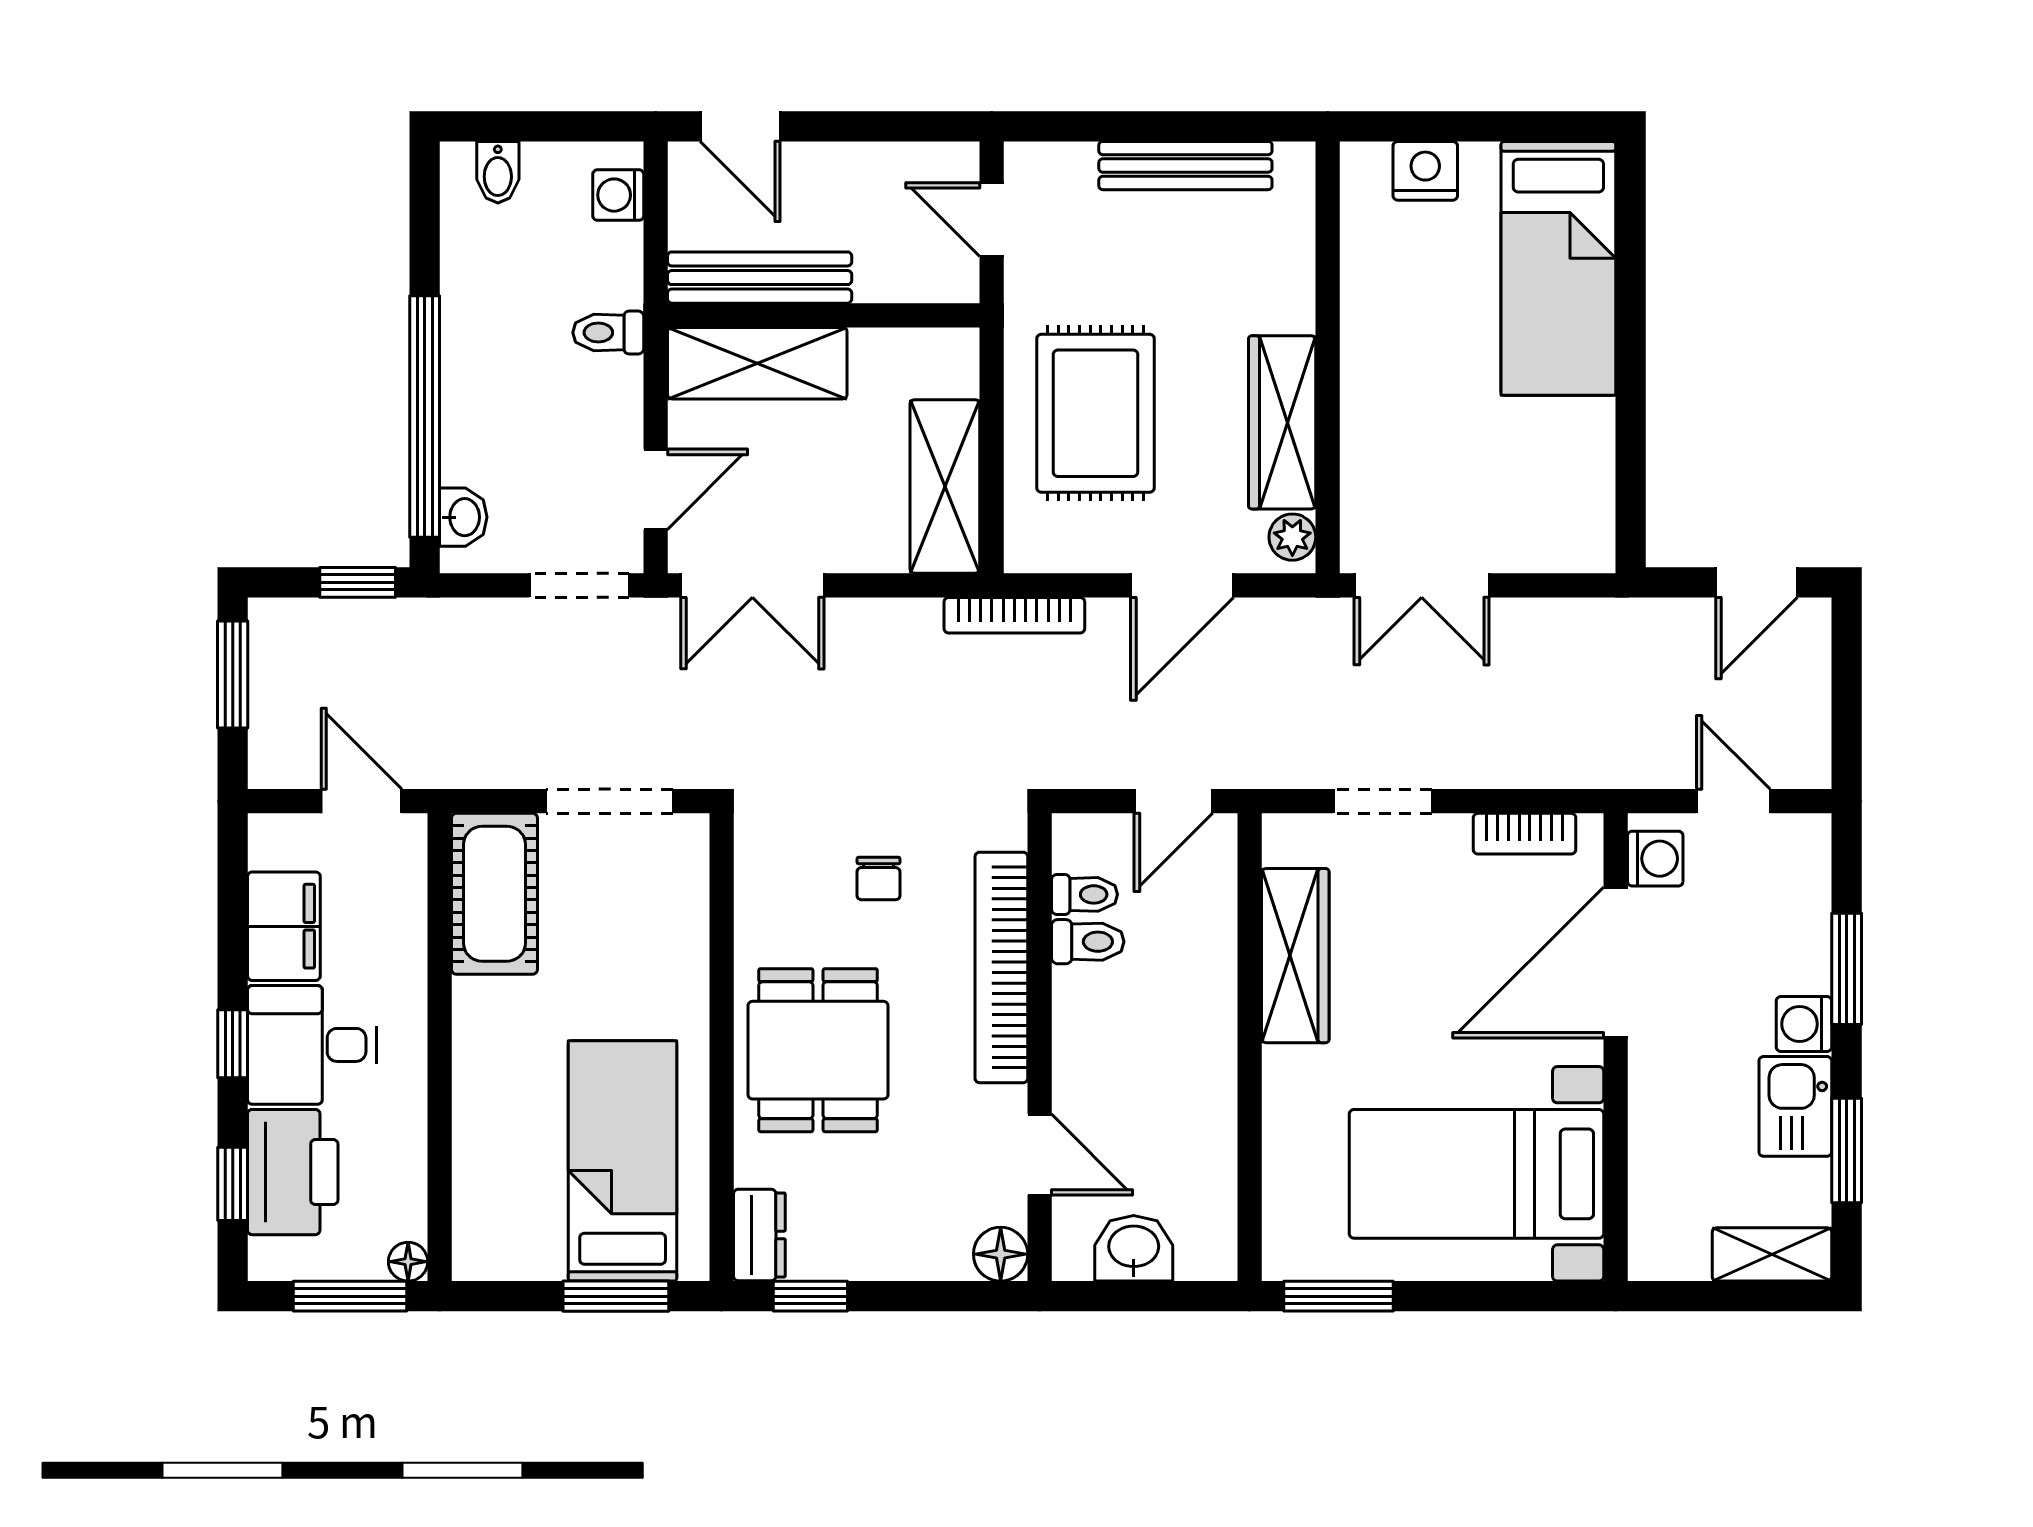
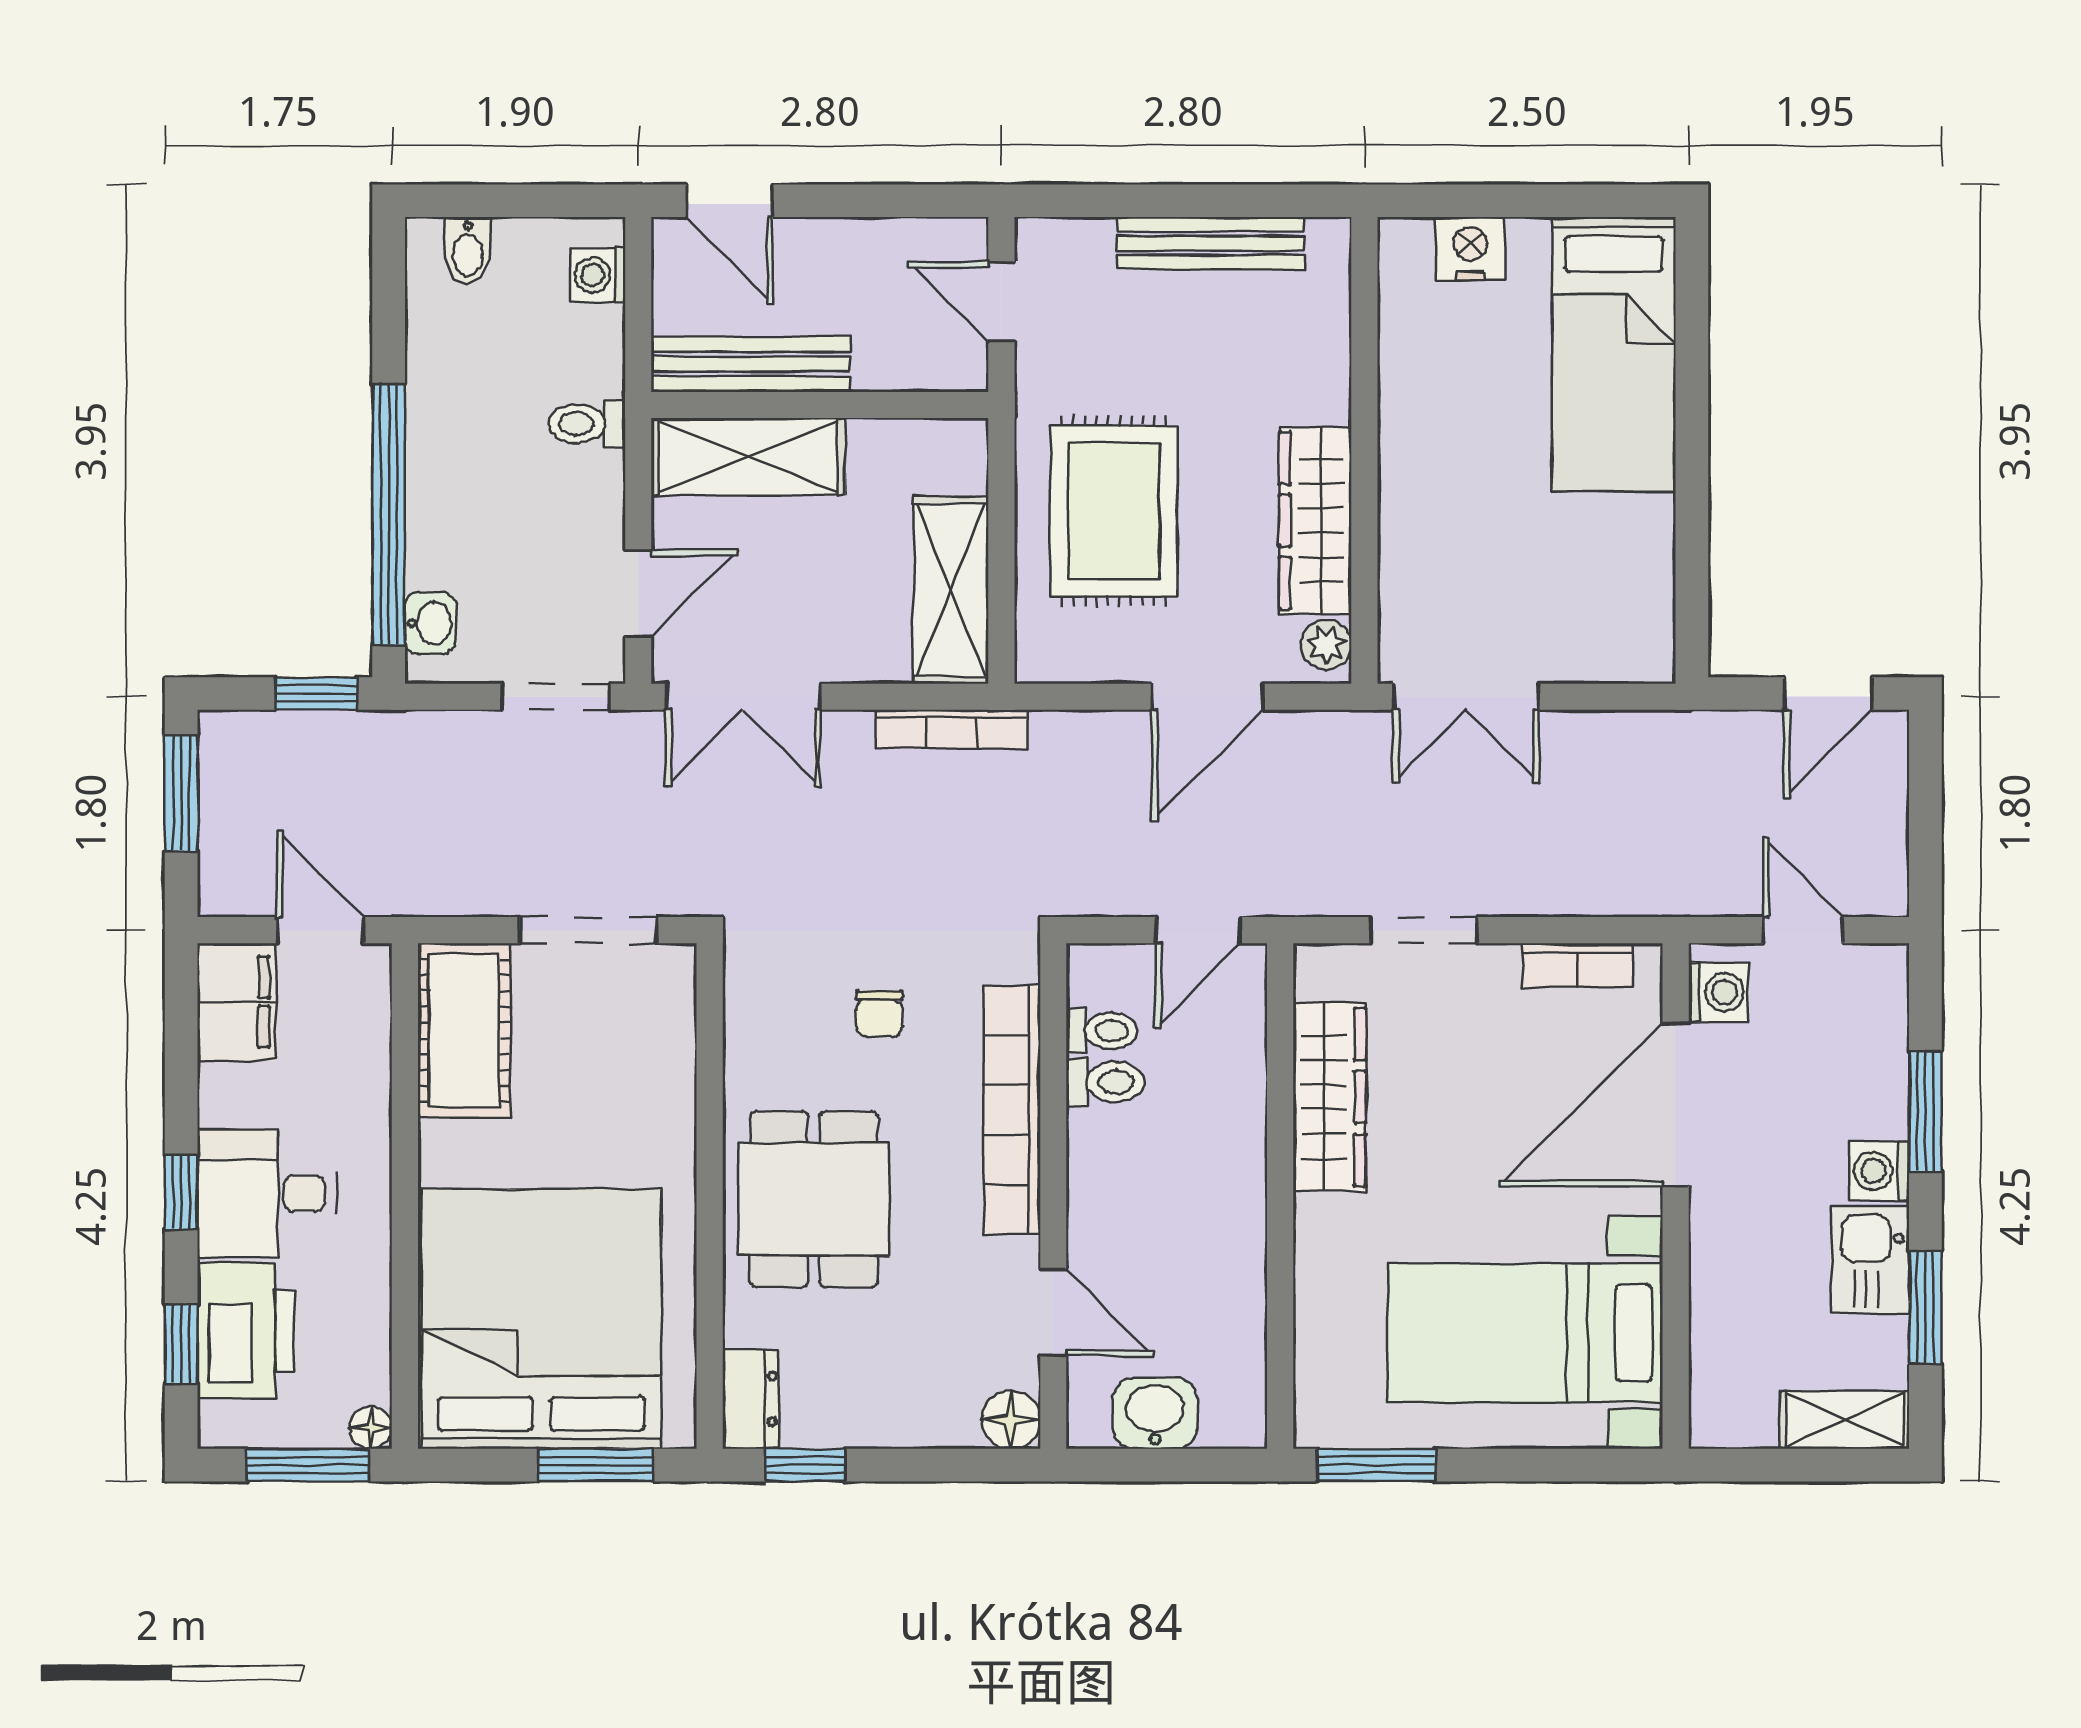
bookcase: (1014, 615) -> (952, 729), moved
filing cabinet: (284, 926) -> (237, 1002), moved
bed: (623, 1161) -> (541, 1319), width x2.04

